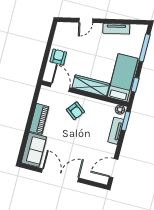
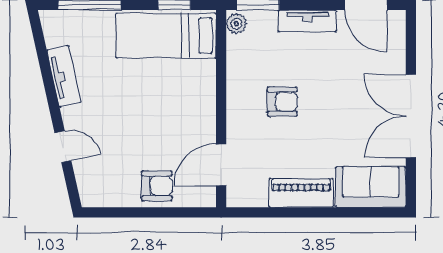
armchair: (58, 57) -> (157, 186), turned 180
wardrobe: (91, 86) -> (201, 100), removed
armchair: (75, 111) -> (282, 102), moved, turned 52
tv unit: (116, 131) -> (307, 21), moved

